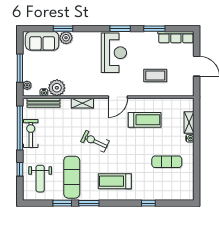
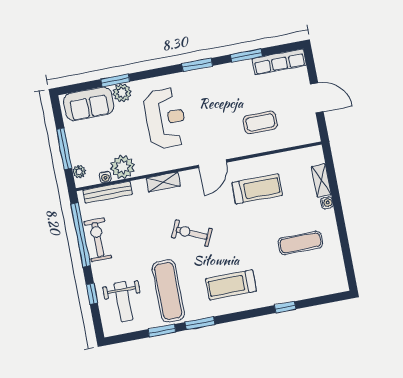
reception desk: (114, 53) -> (165, 118), moved

